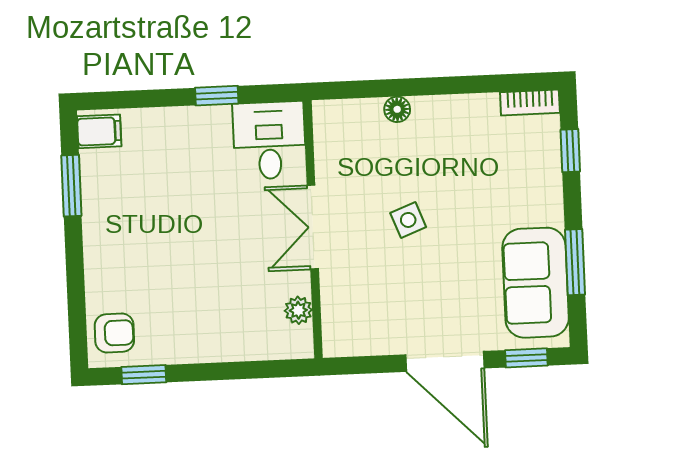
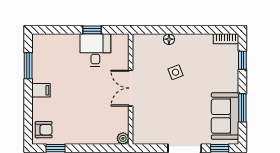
filing cabinet: (99, 131) -> (41, 90), moved
desk: (269, 140) -> (95, 50), moved
side table: (408, 220) -> (175, 72), moved
plant: (298, 310) -> (123, 138), moved

